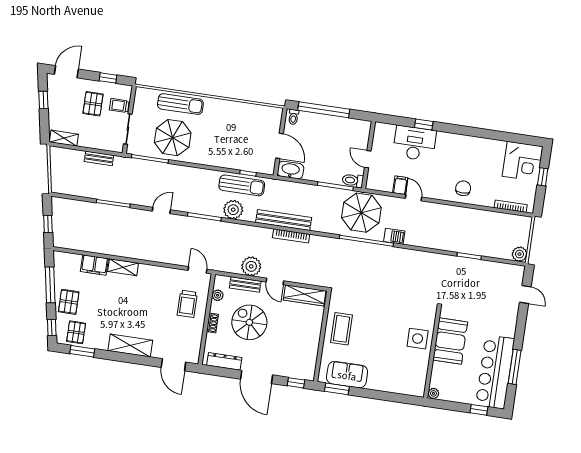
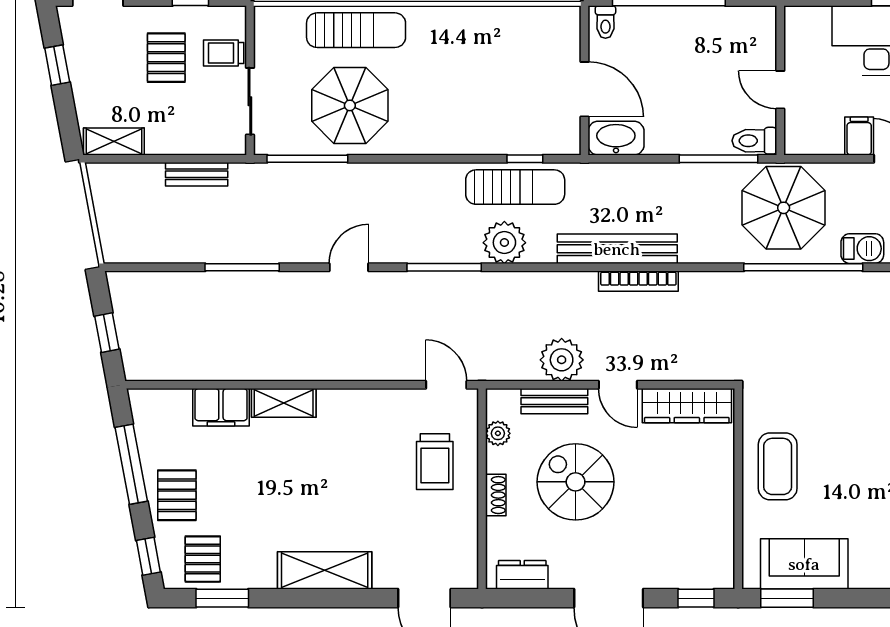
dresser: (224, 361) -> (522, 575), width x0.70

